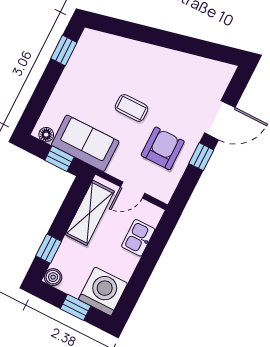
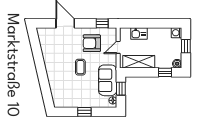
window: (64, 51) -> (84, 112), moved
window: (201, 157) -> (102, 23), moved
door: (133, 190) -> (118, 47), swing flipped
washing machine: (103, 291) -> (177, 33), width x0.53, depth x0.53

